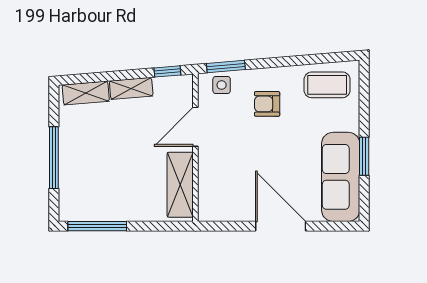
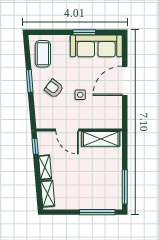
window: (226, 67) -> (30, 81), moved
side table: (222, 85) -> (80, 95), moved
armchair: (267, 104) -> (54, 89), turned 128
window: (54, 158) -> (97, 212), moved

